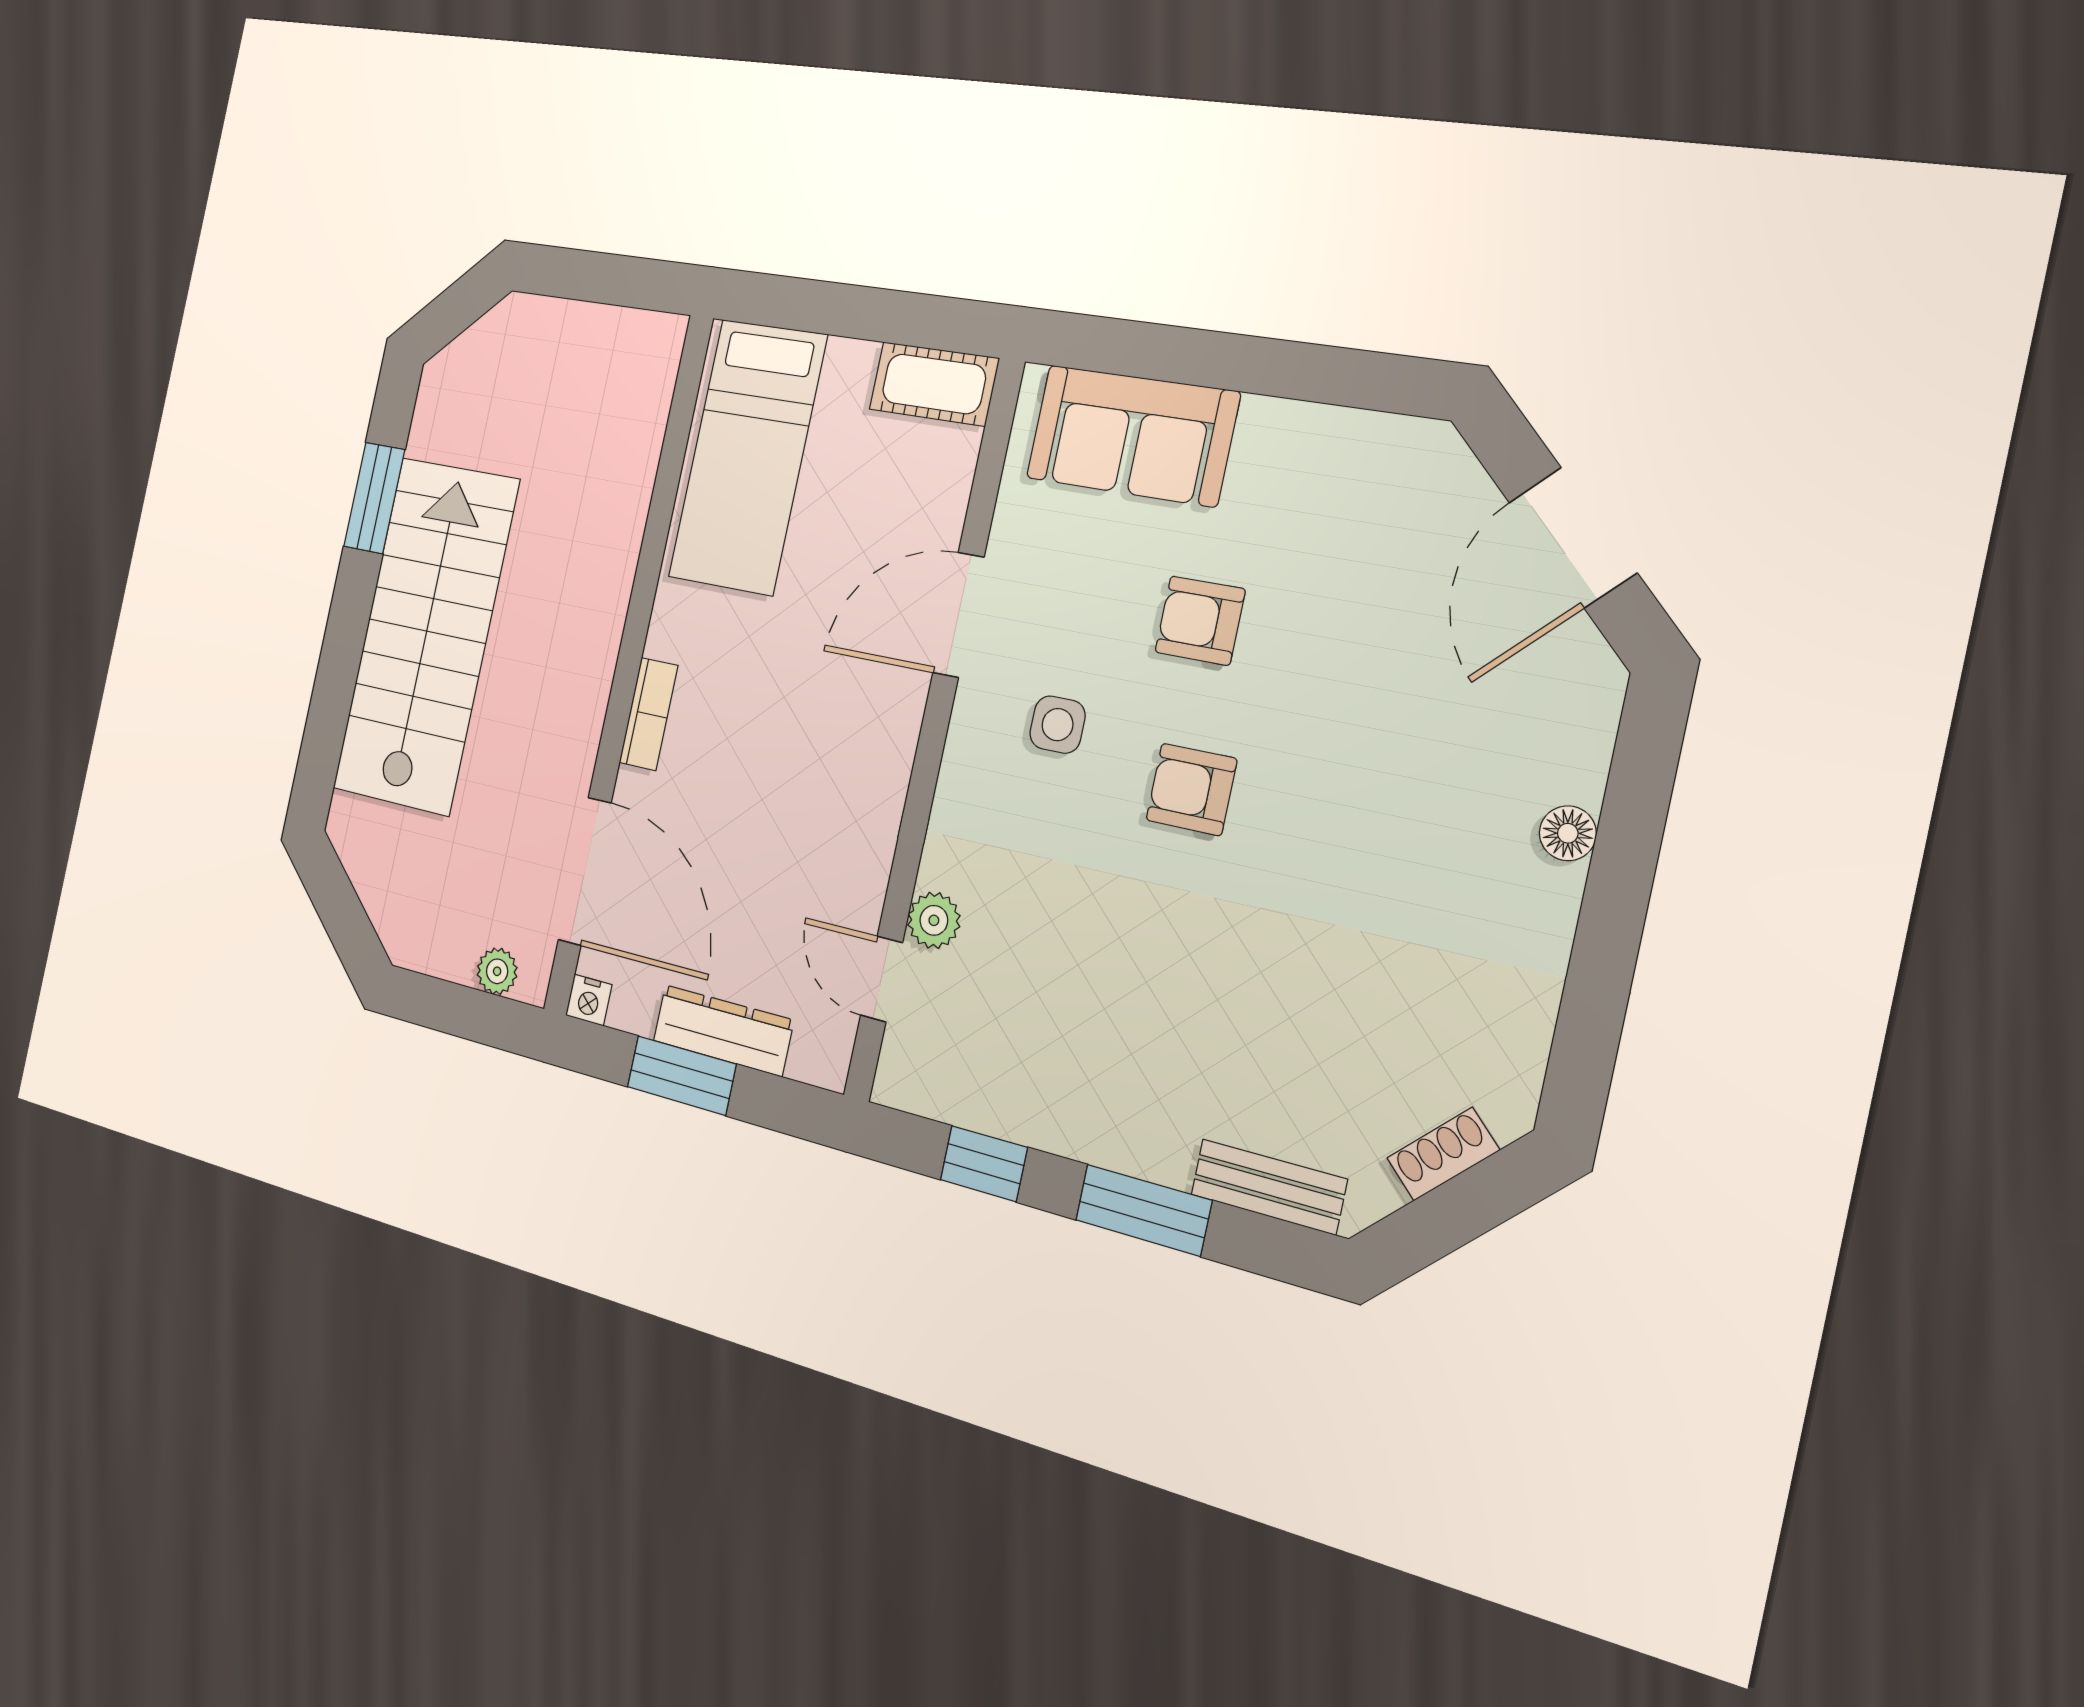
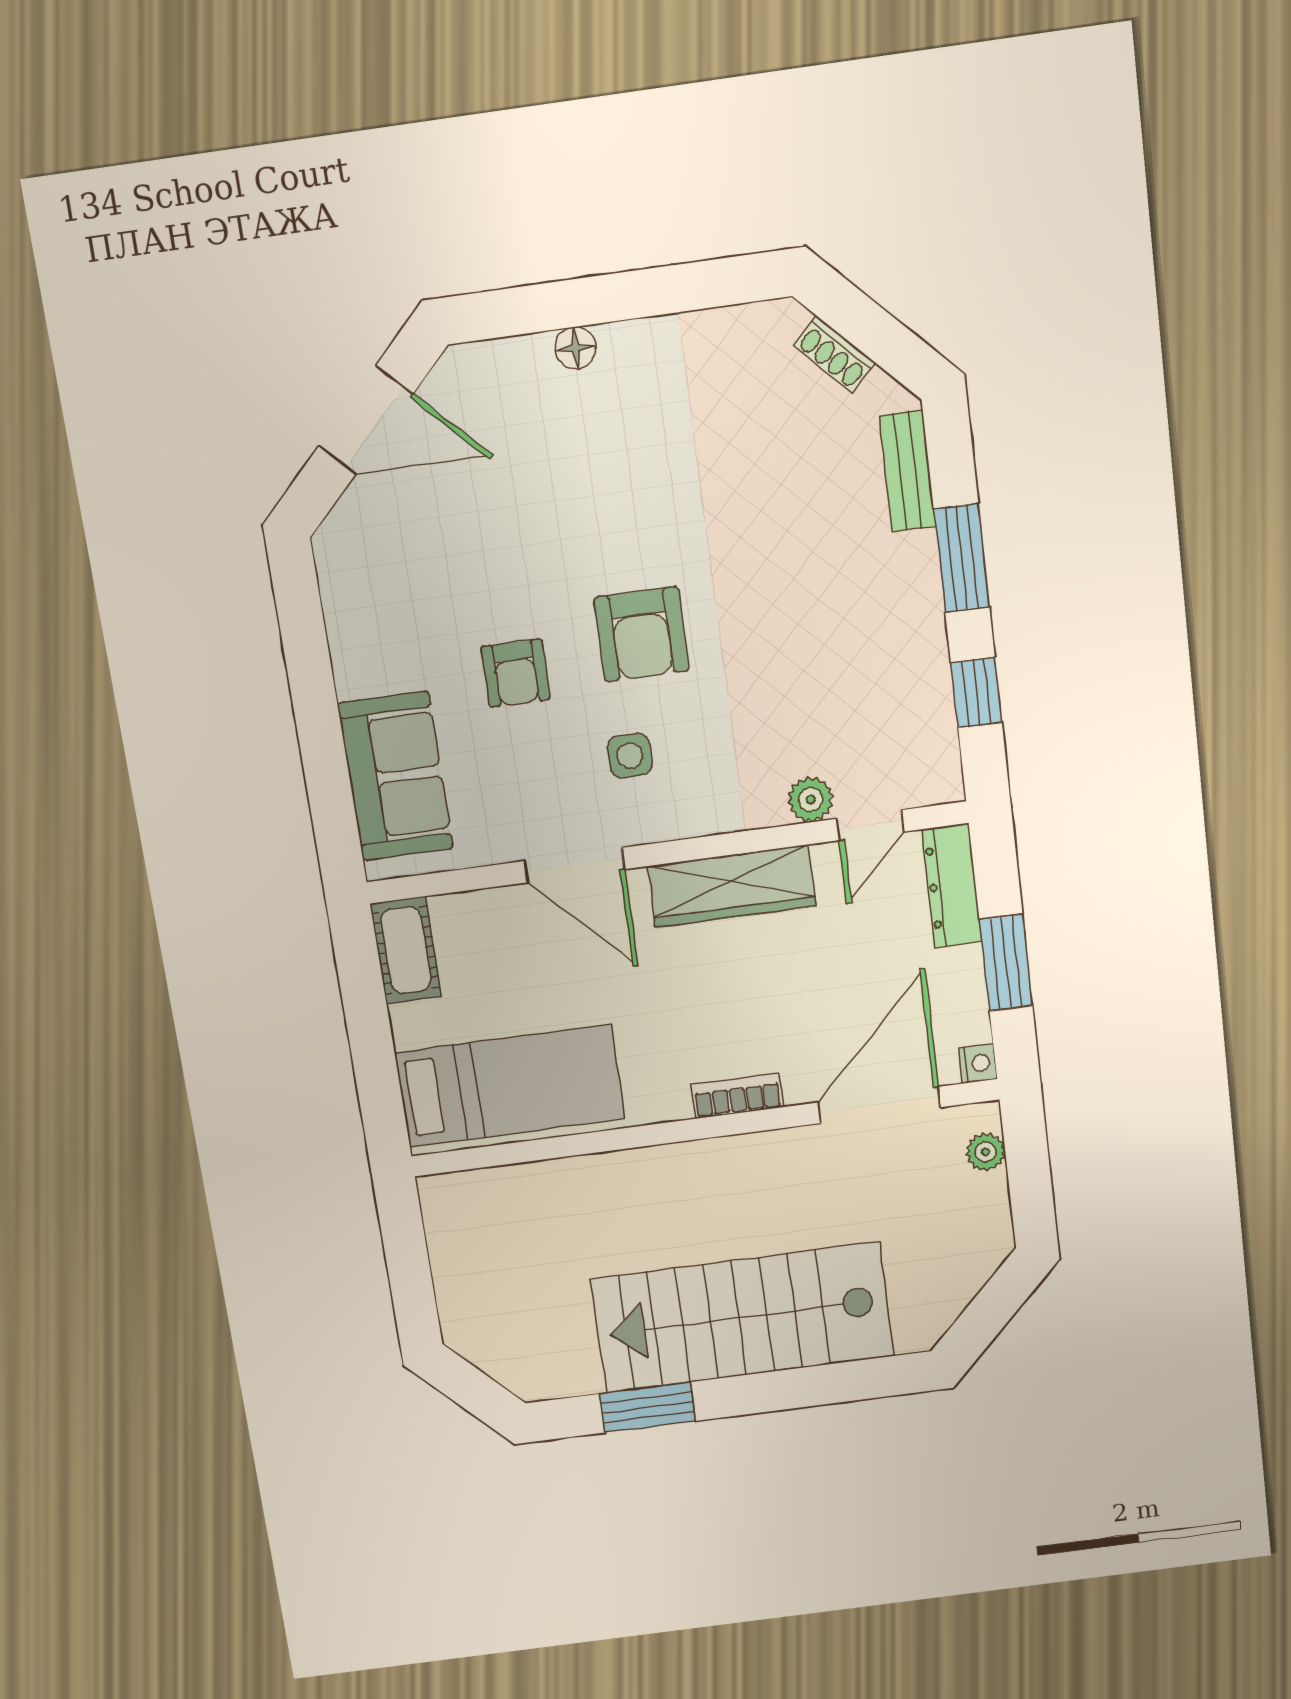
armchair: (1191, 789) -> (641, 634), width x1.38, depth x1.38
wardrobe: (871, 792) -> (732, 886), added
dresser: (723, 1030) -> (952, 886), moved

